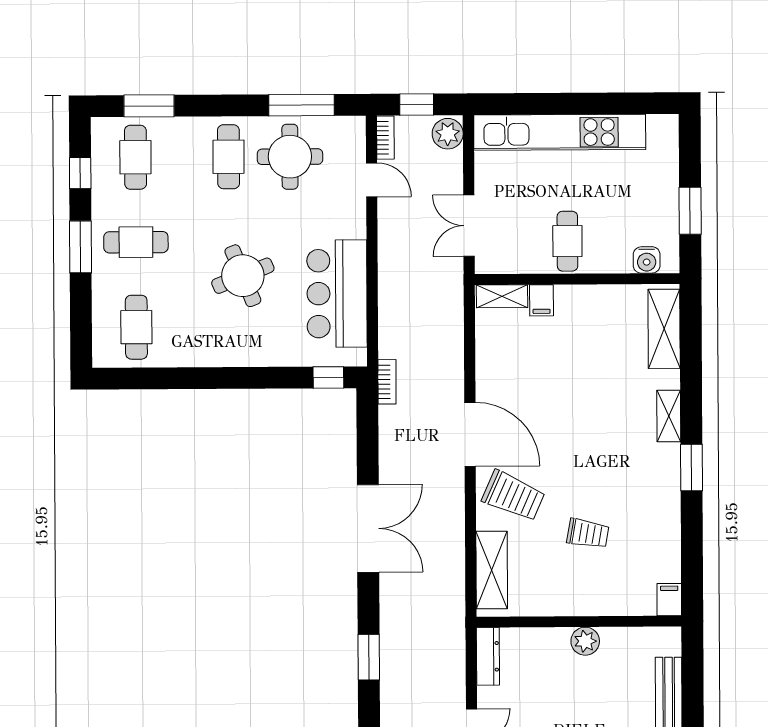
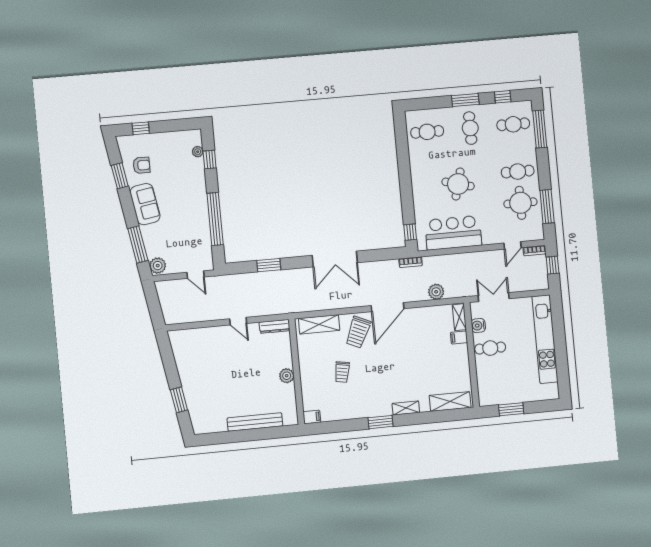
window: (149, 106) -> (540, 129), width x1.44
plant: (448, 134) -> (436, 292), moved
water cooler: (647, 260) -> (478, 326), moved
round table: (243, 276) -> (458, 184), turned 37

